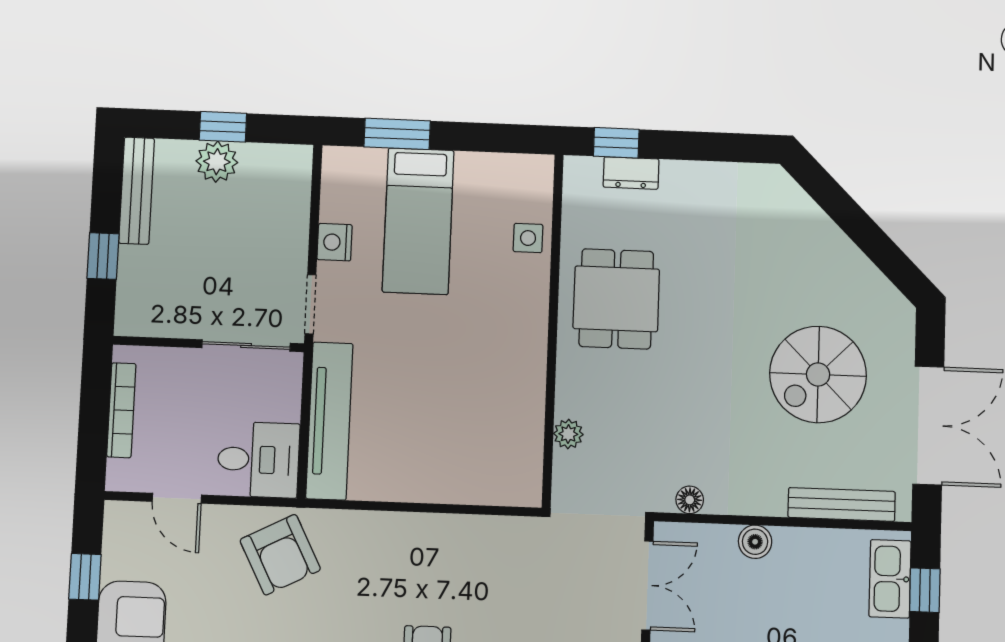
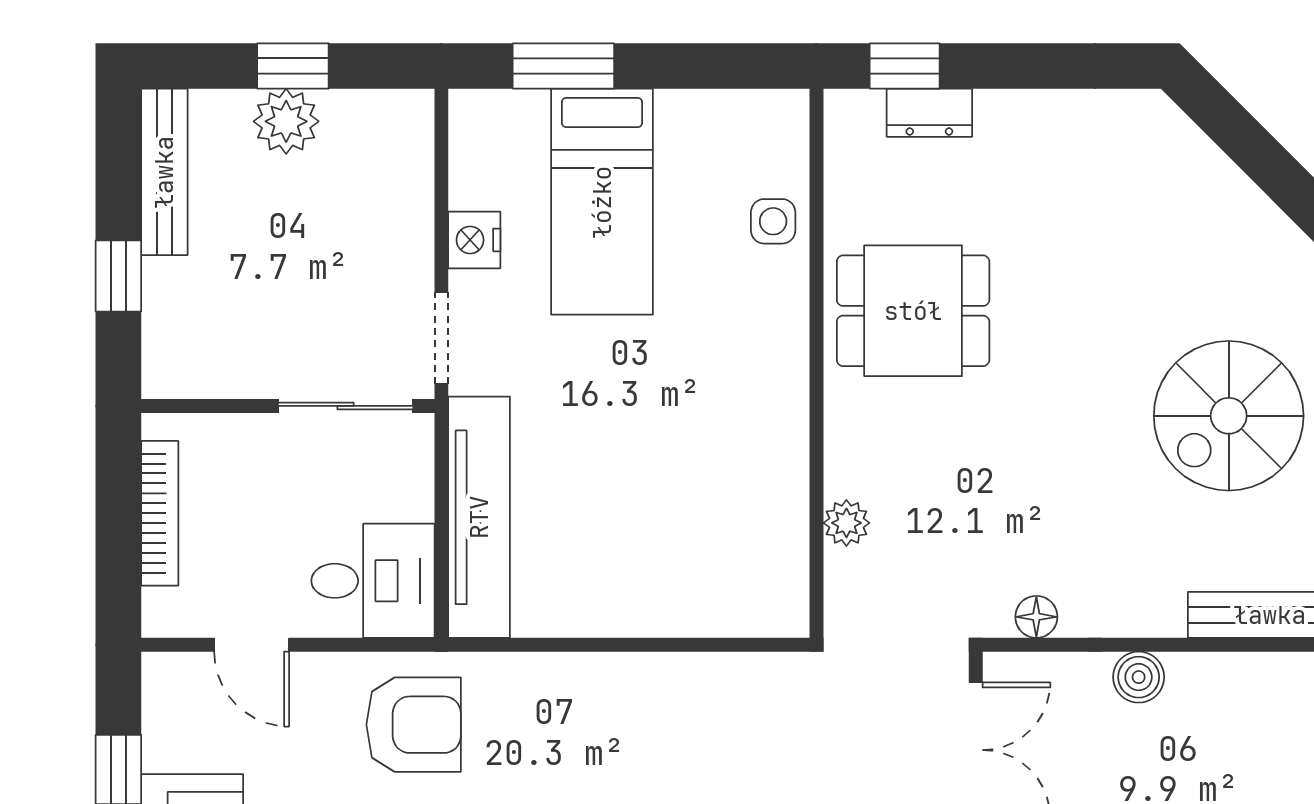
dining table: (616, 299) -> (913, 311), turned 90
armchair: (280, 555) -> (414, 725), turned -63

